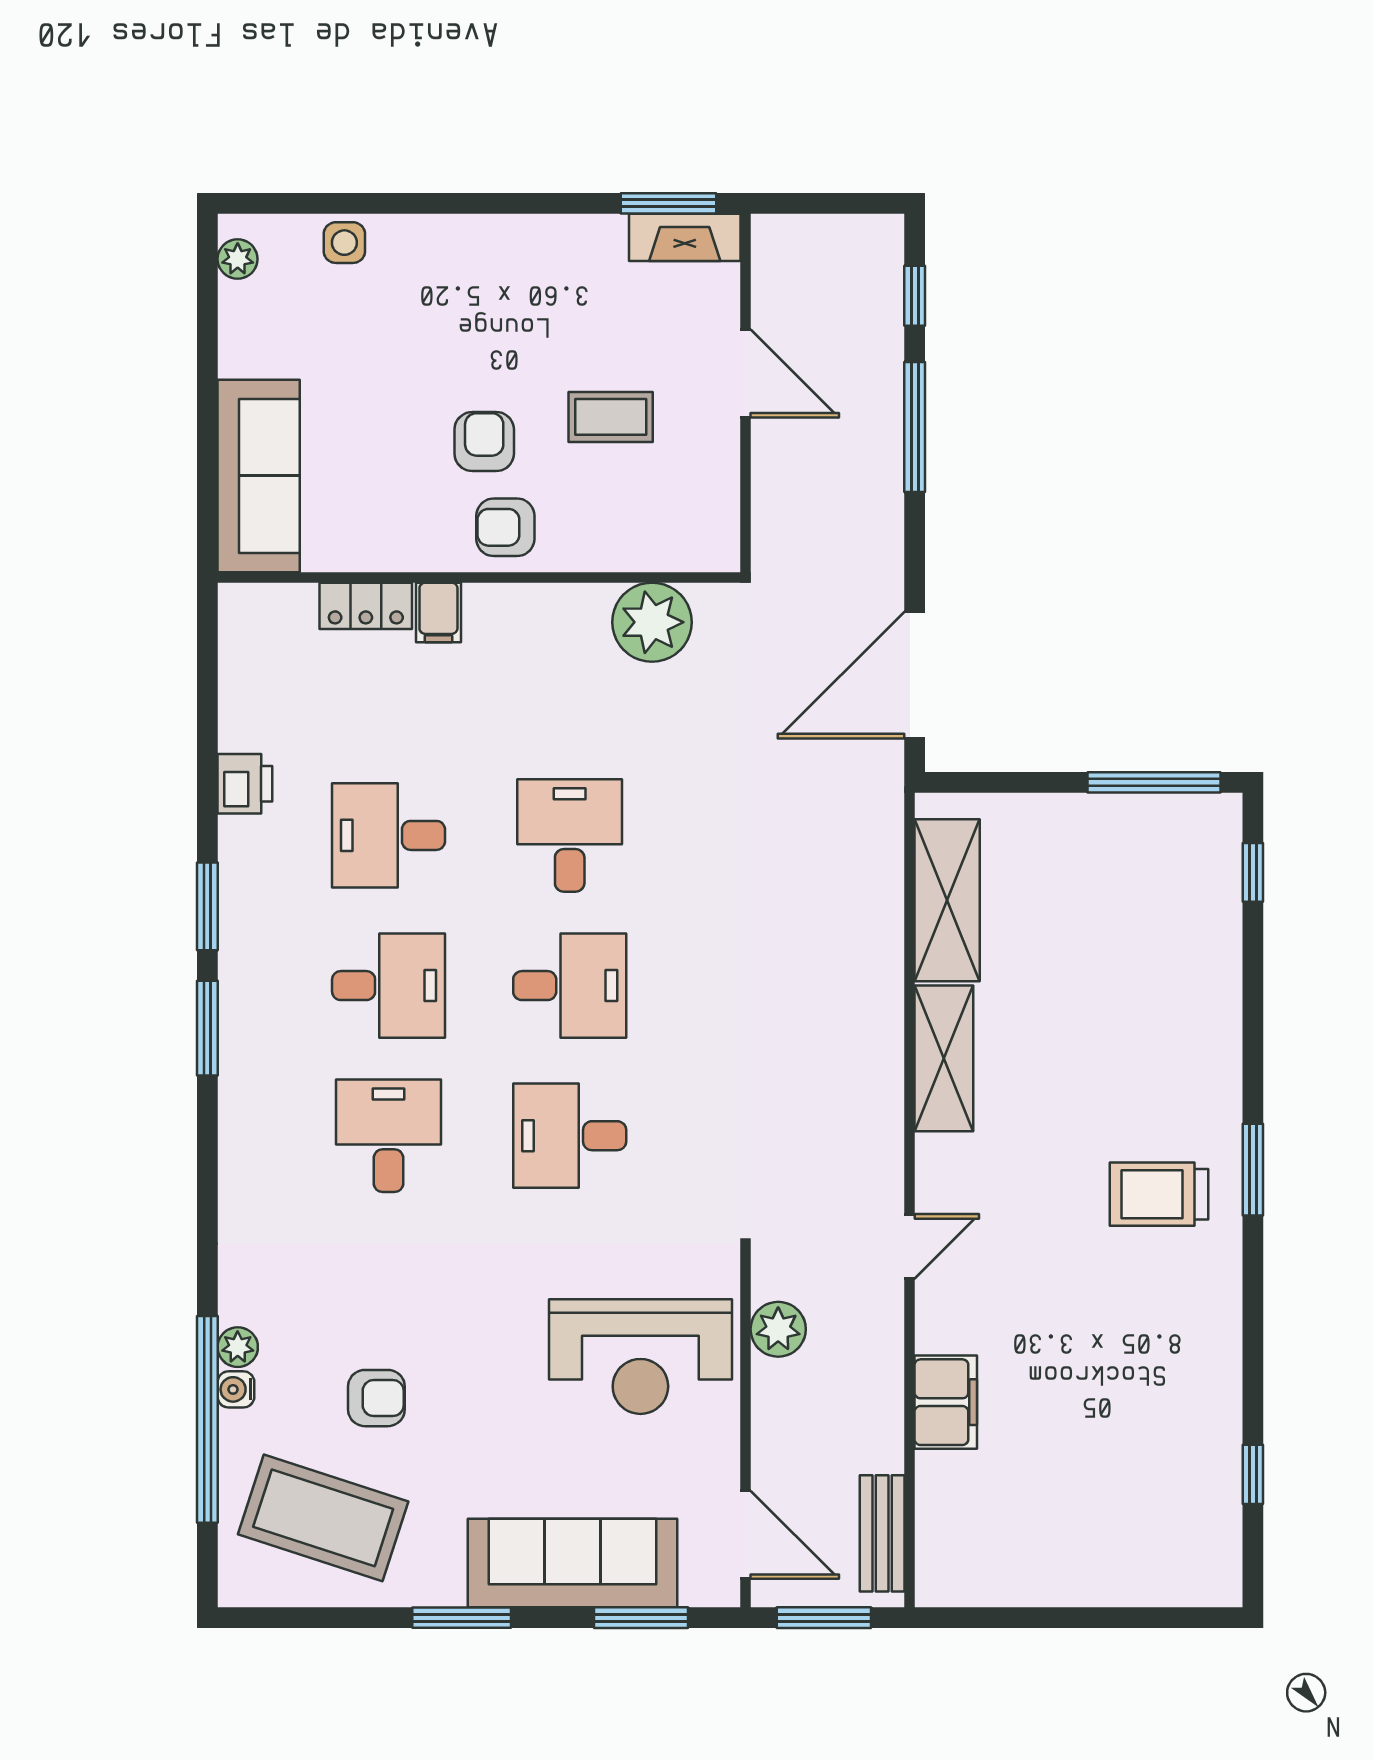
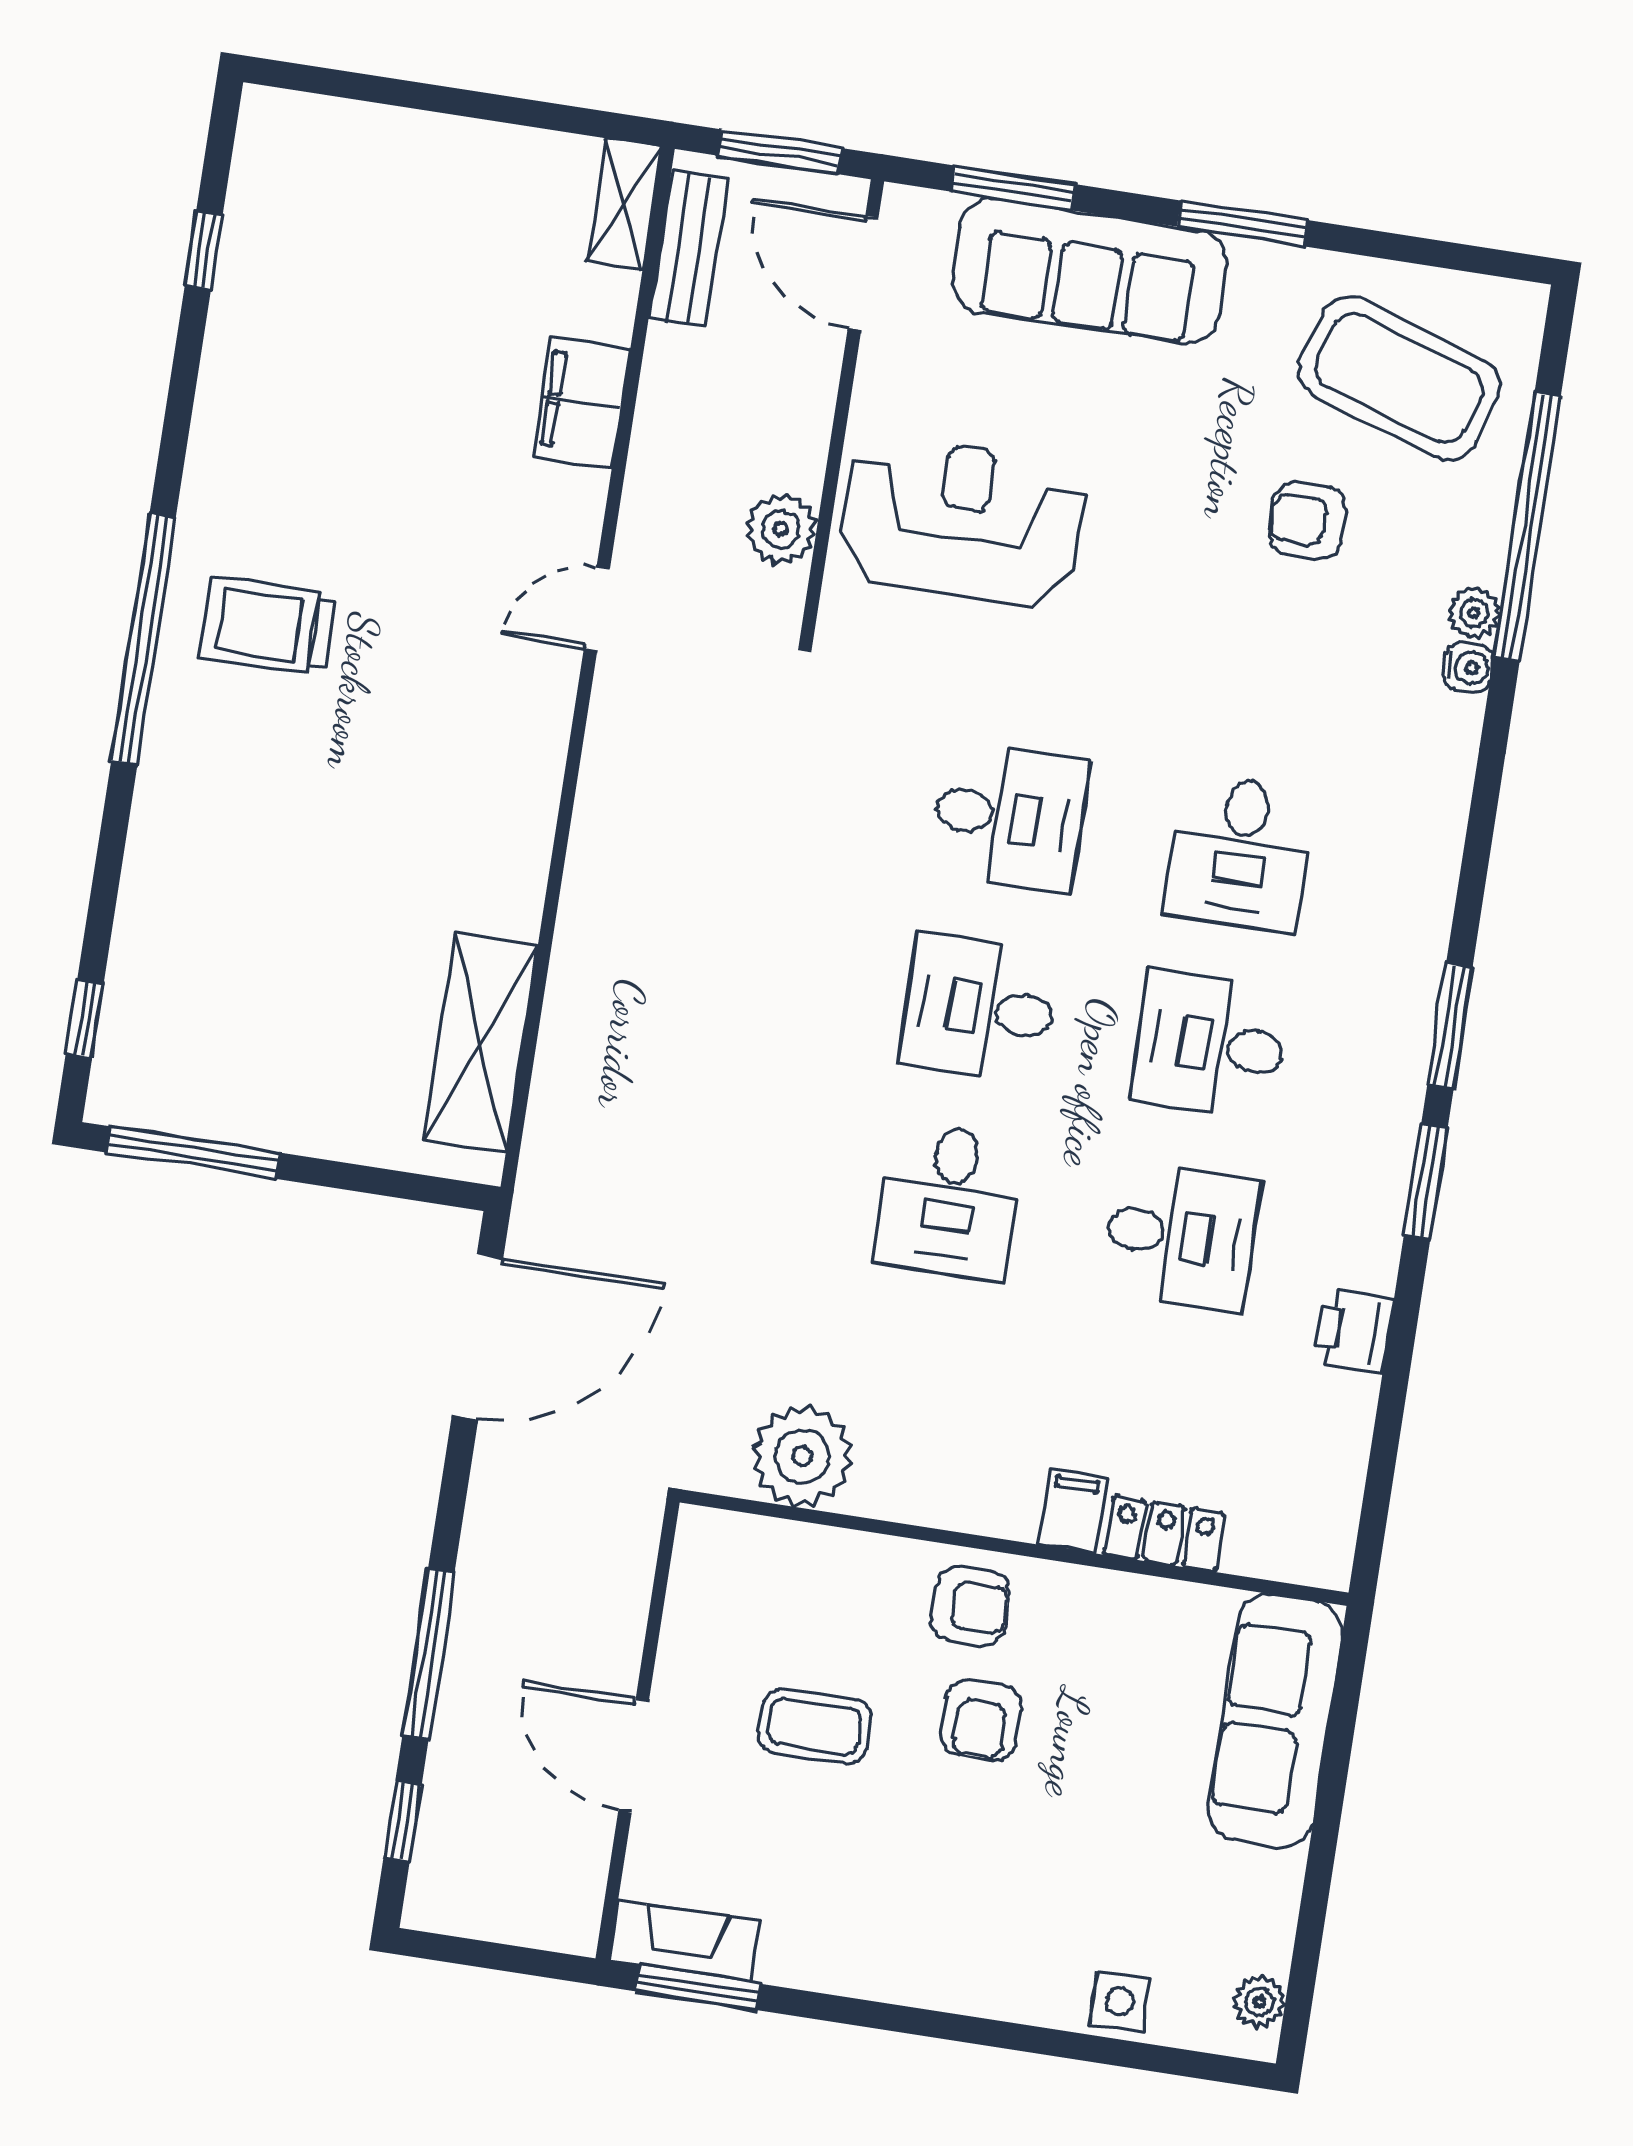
shelving: (944, 1058) -> (624, 205), moved, width x0.67, depth x0.75
window: (1253, 1170) -> (144, 639), width x2.11
trolley: (1159, 1194) -> (268, 626), turned 180
water cooler: (236, 1389) -> (1468, 667), moved

